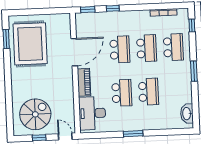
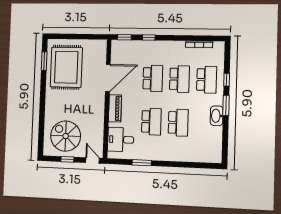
window: (192, 25) -> (227, 80), moved
desk: (92, 113) -> (121, 140), width x0.73
spiral stairs: (35, 114) -> (66, 136), turned -90
washbasin: (187, 114) -> (217, 116), moved
window: (133, 134) -> (142, 163), moved

